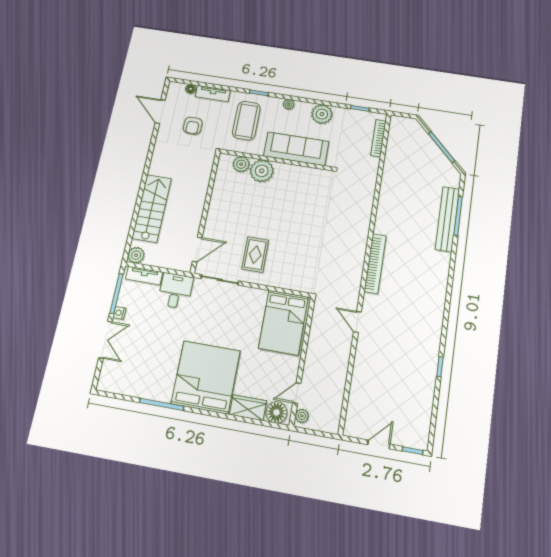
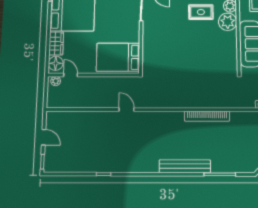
bench: (447, 219) -> (185, 166), moved
rug: (255, 255) -> (201, 12), moved
bookcase: (375, 264) -> (207, 116), moved
door: (357, 322) -> (127, 110), hinge flipped

